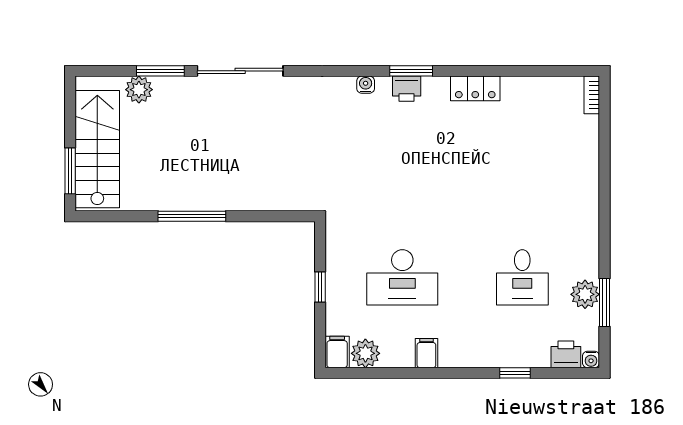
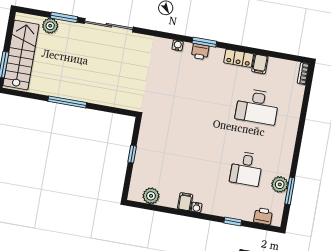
desk: (402, 277) -> (257, 107), moved
filing cabinet: (337, 352) -> (260, 64), moved, turned 180
water cooler: (591, 359) -> (197, 207), moved

